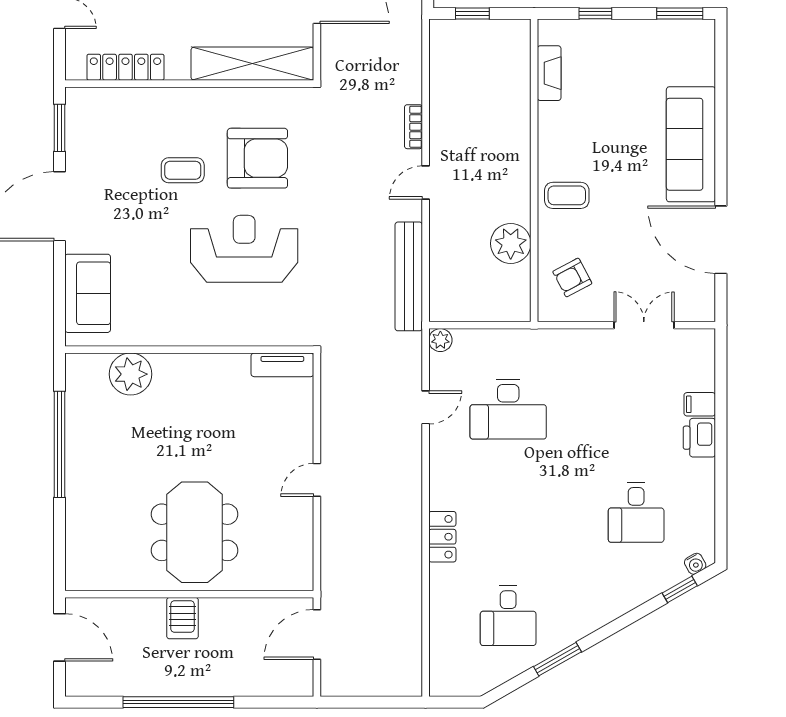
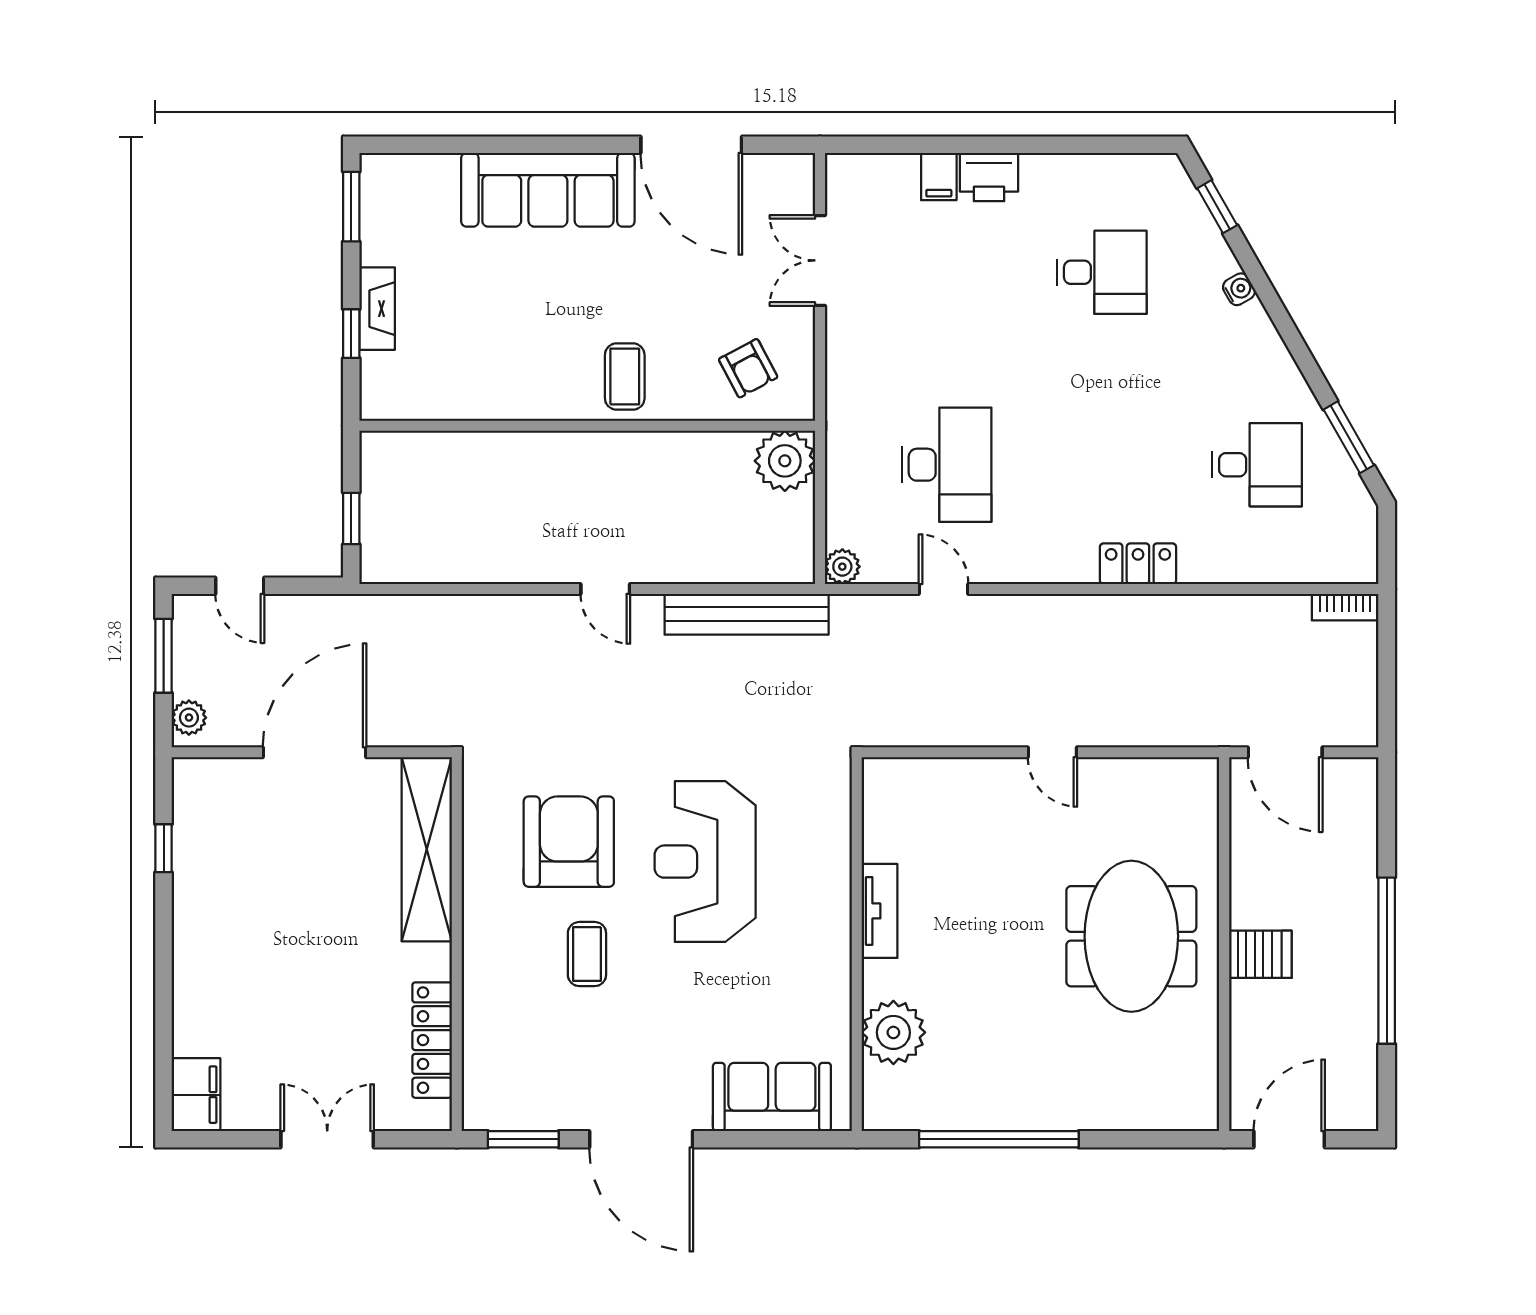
fireplace: (549, 73) -> (377, 309), moved, turned 90
bookcase: (413, 127) -> (1345, 607), moved
door: (721, 240) -> (691, 145), hinge flipped
plant: (511, 243) -> (785, 461), moved
tv unit: (282, 365) -> (880, 911), moved
meeting table: (195, 532) -> (1131, 936), turned 90
water cooler: (695, 564) -> (1239, 289), moved
window: (557, 659) -> (1349, 437), moved

